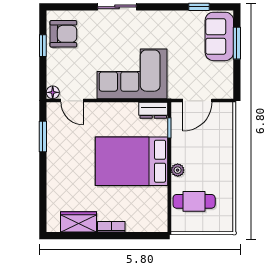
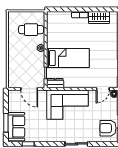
door: (72, 101) -> (103, 89), swing flipped
door: (197, 101) -> (29, 89), swing flipped
bed: (131, 161) -> (68, 58), width x0.67

